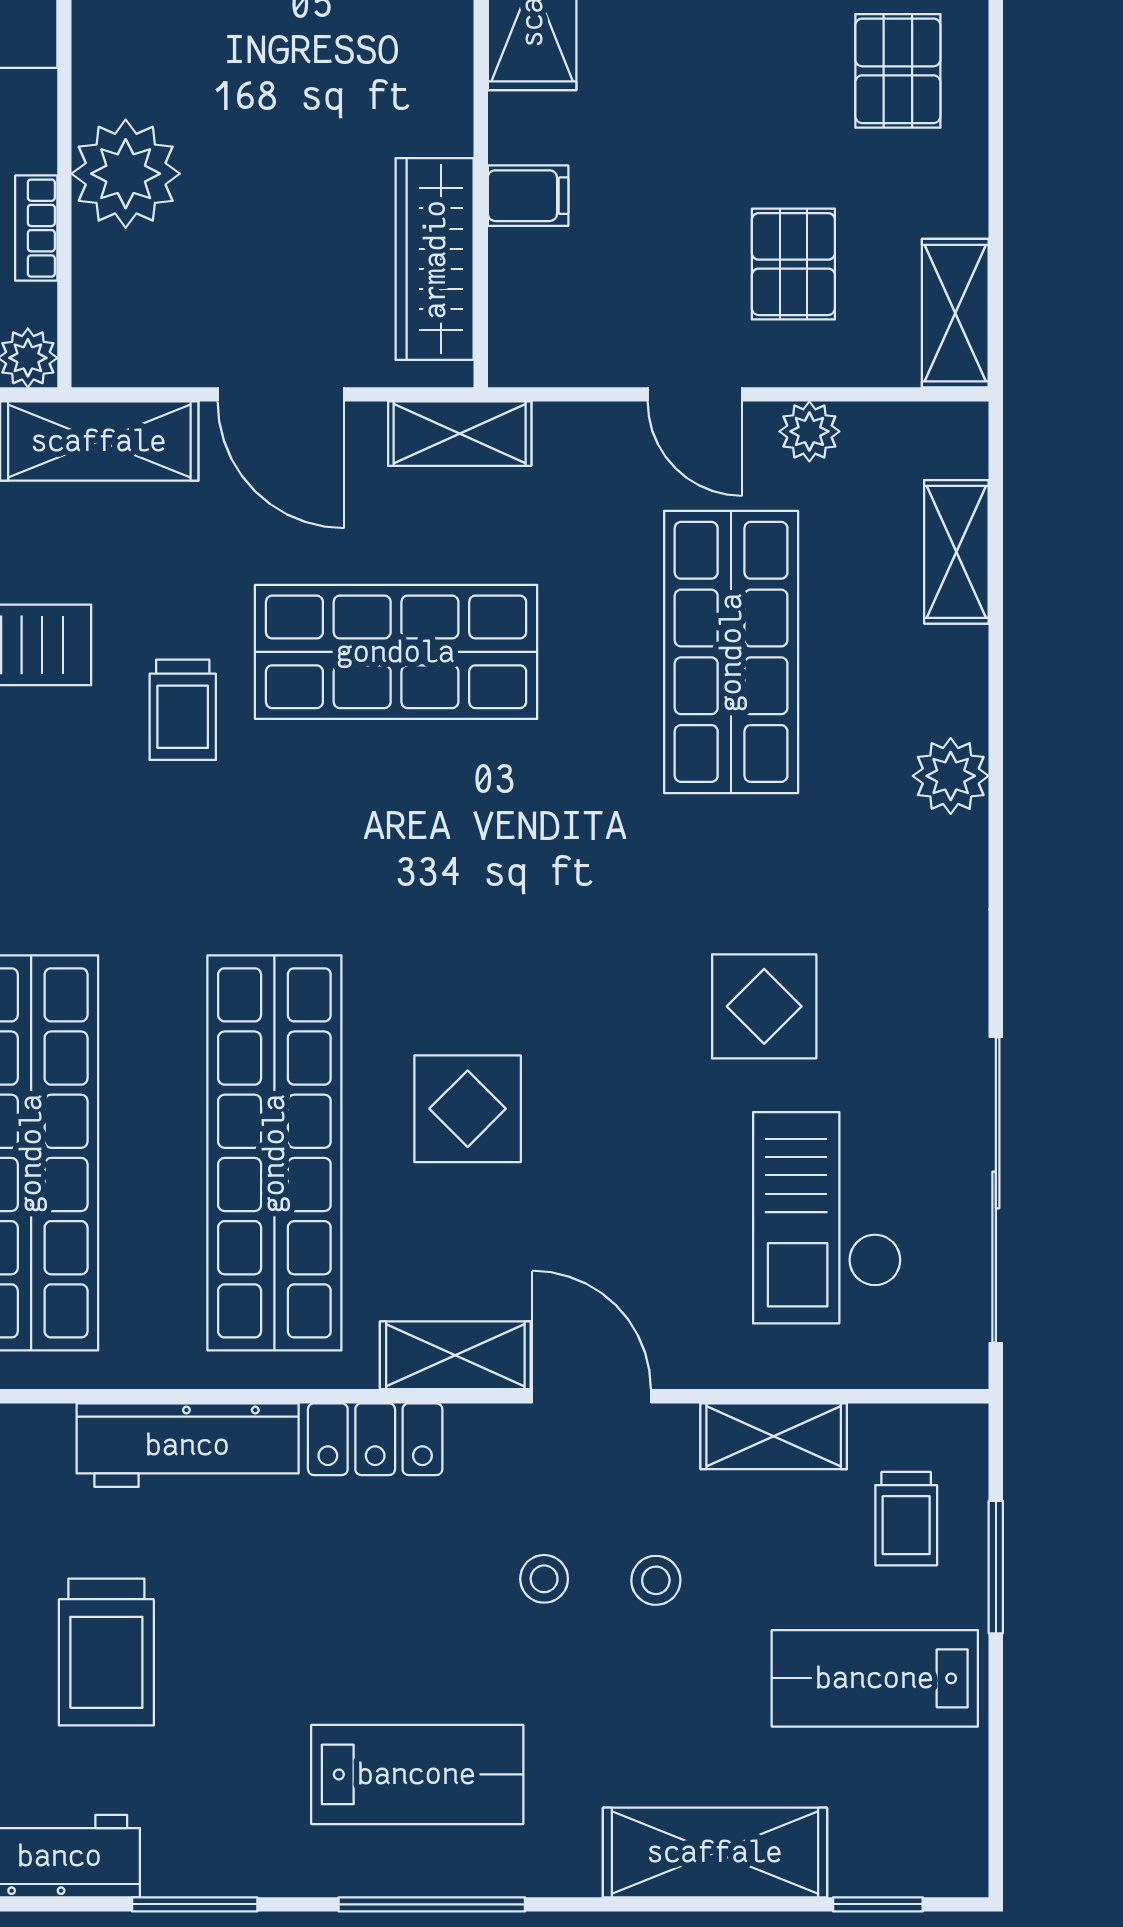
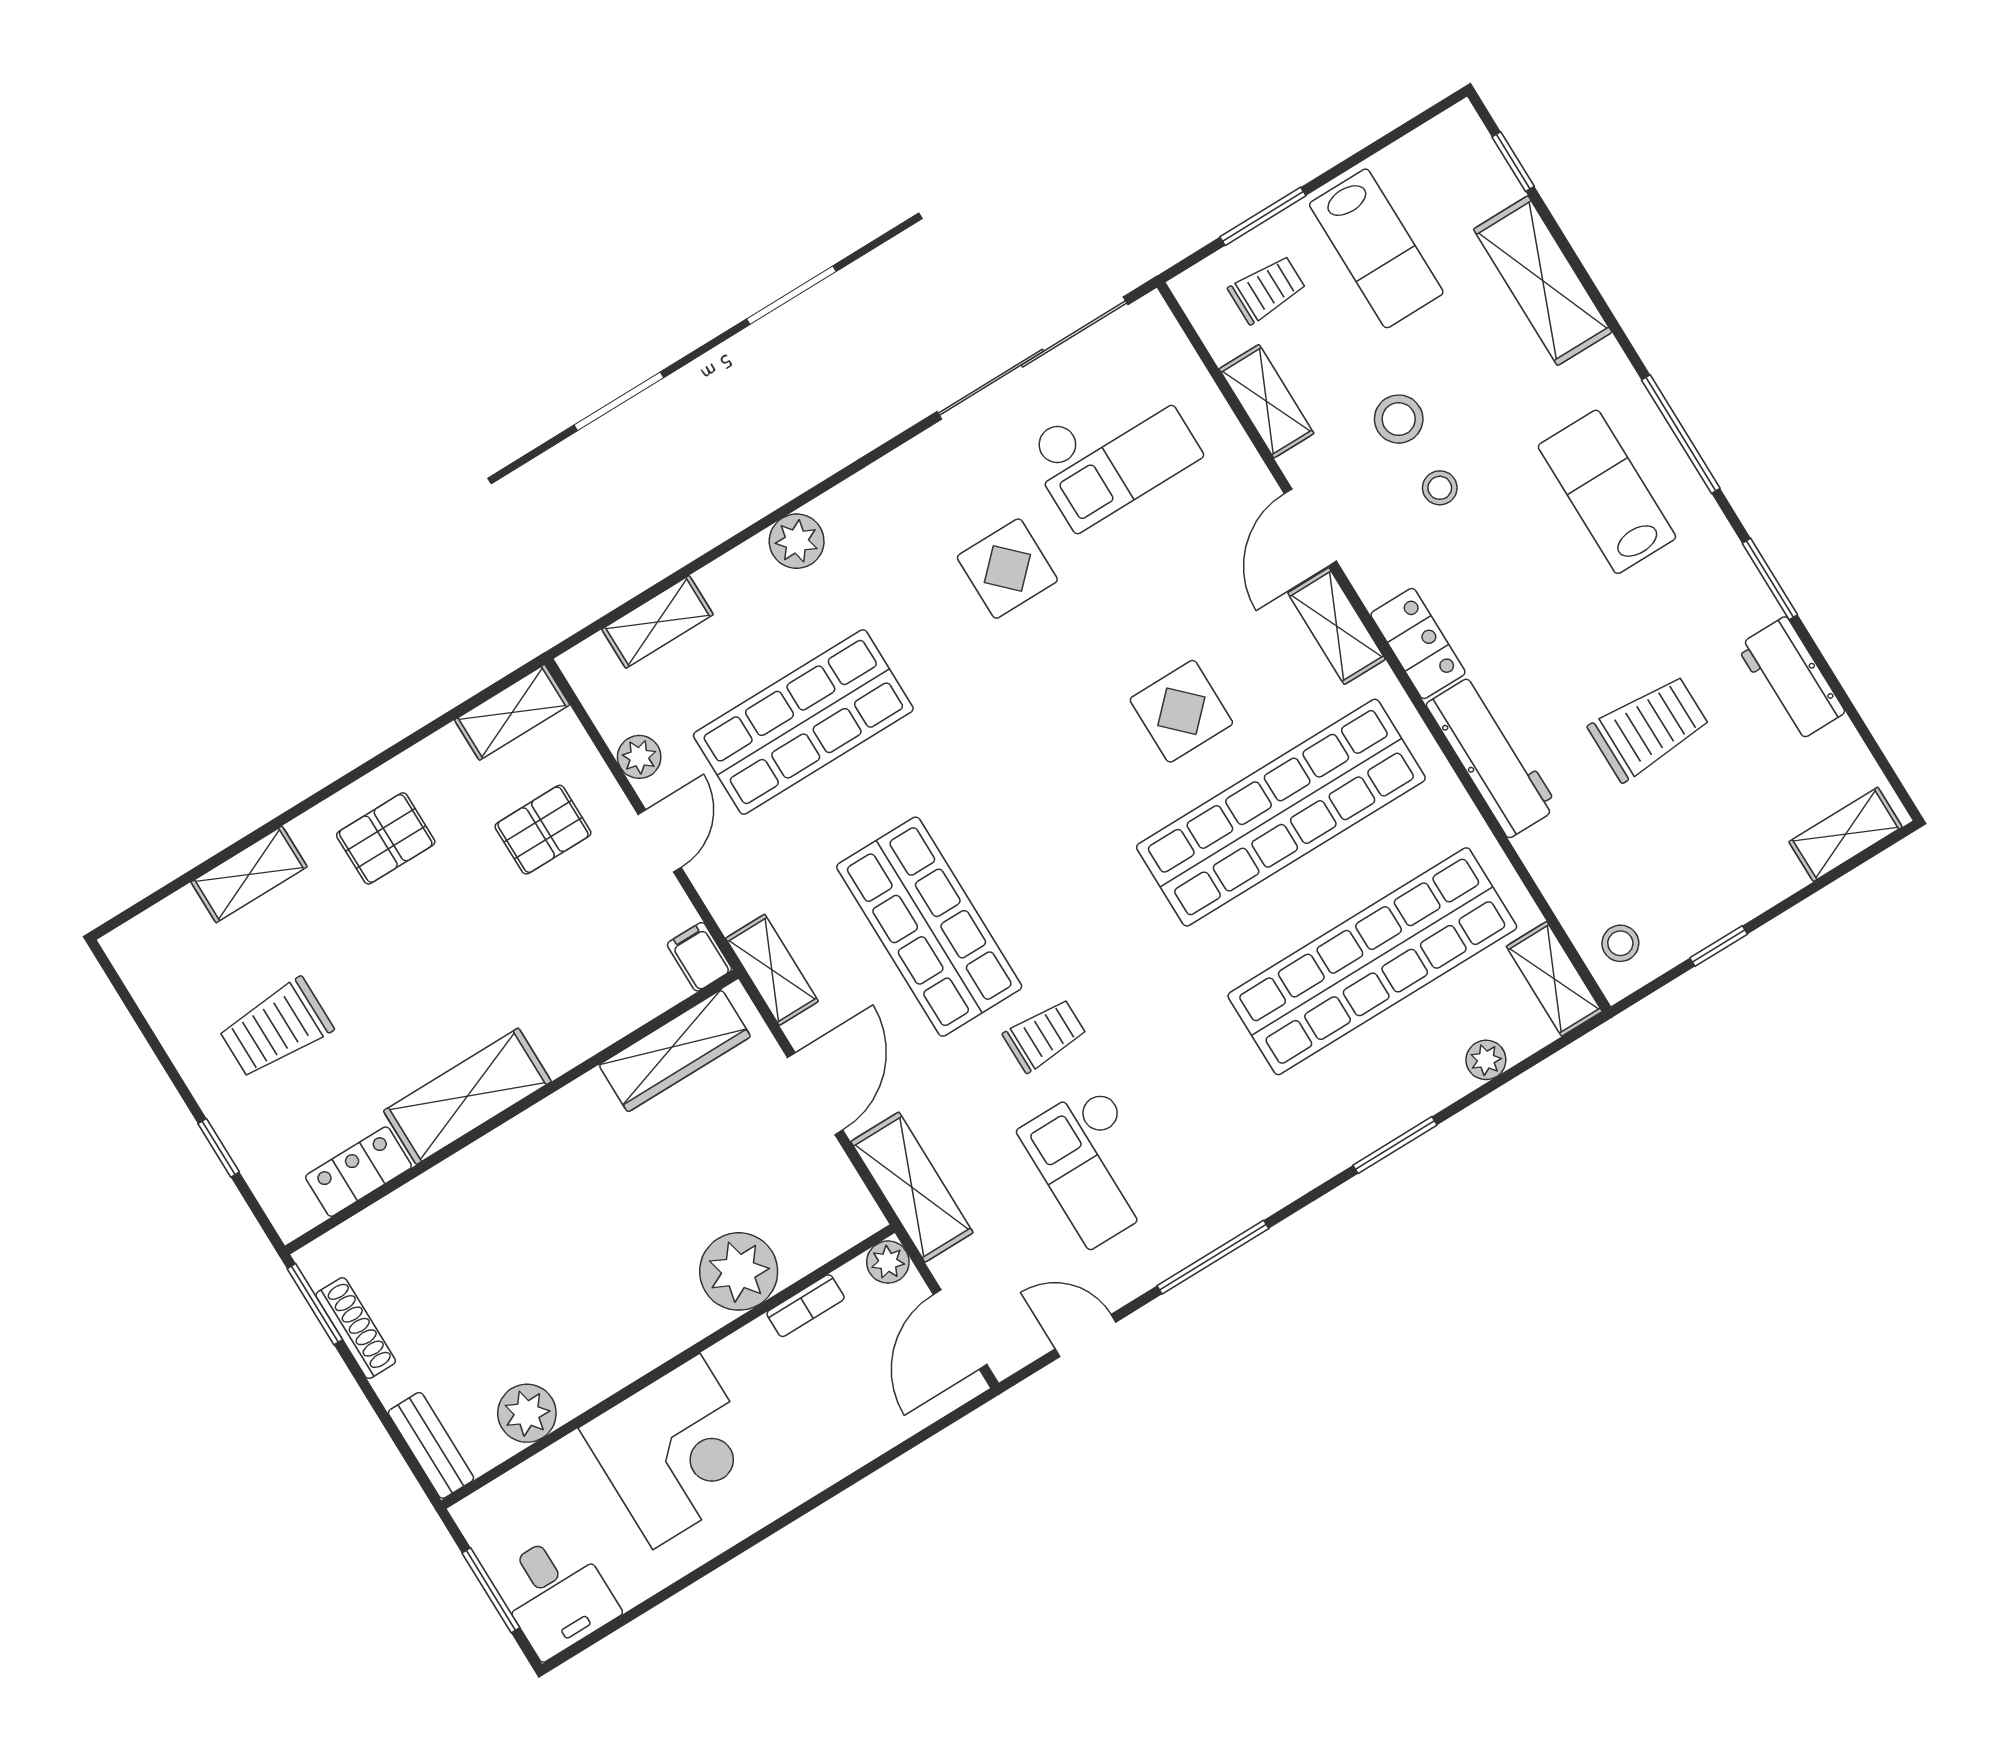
filing cabinet: (528, 196) -> (699, 957), moved
stool: (656, 1580) -> (1399, 419), width x1.37, depth x1.37

